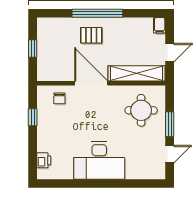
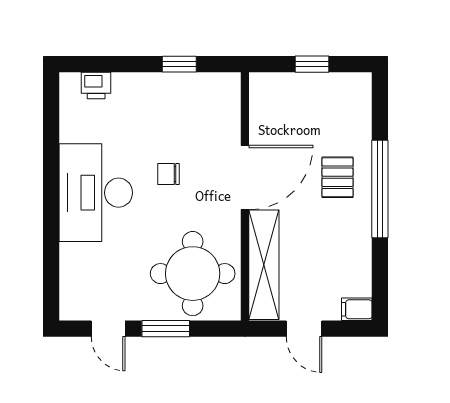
chair: (59, 98) -> (169, 174), moved
round table: (141, 110) -> (193, 274), width x1.36, depth x1.36

